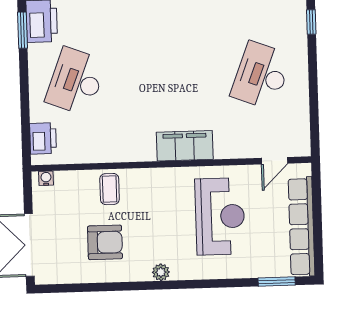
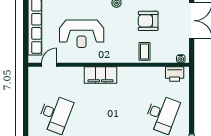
printer: (43, 138) -> (175, 74), moved, turned -90
reception desk: (220, 216) -> (82, 34), turned -90

